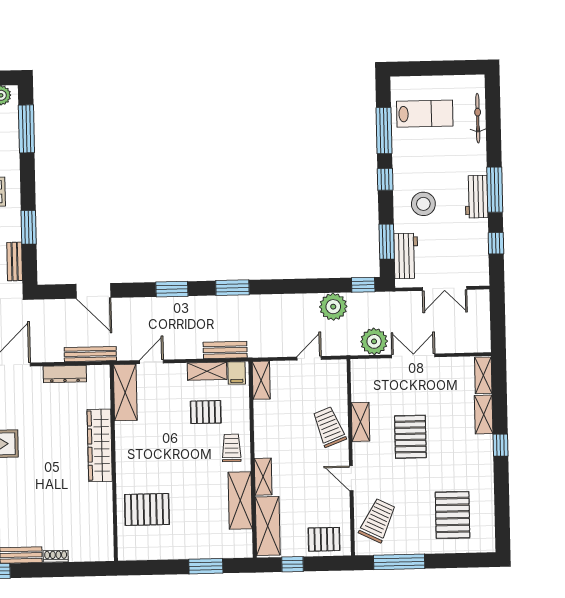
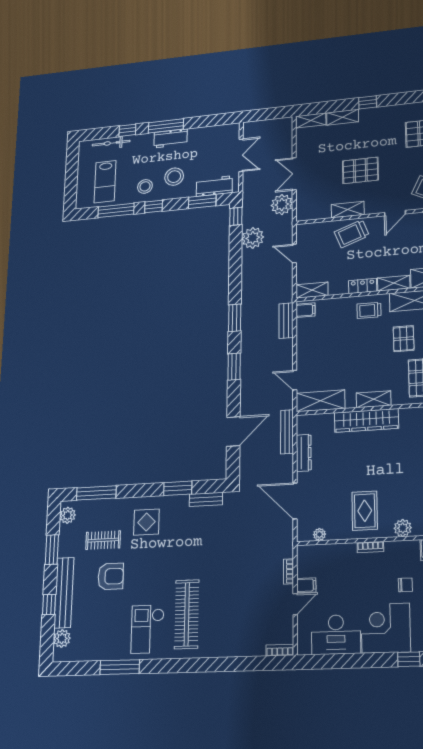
lab bench: (425, 114) -> (105, 182), turned 180
stool: (413, 167) -> (145, 186), added
window: (496, 243) -> (127, 130), moved
shelving: (207, 371) -> (374, 399), moved, turned 90
pallet: (206, 412) -> (404, 339), moved
locker: (262, 440) -> (363, 286), added

